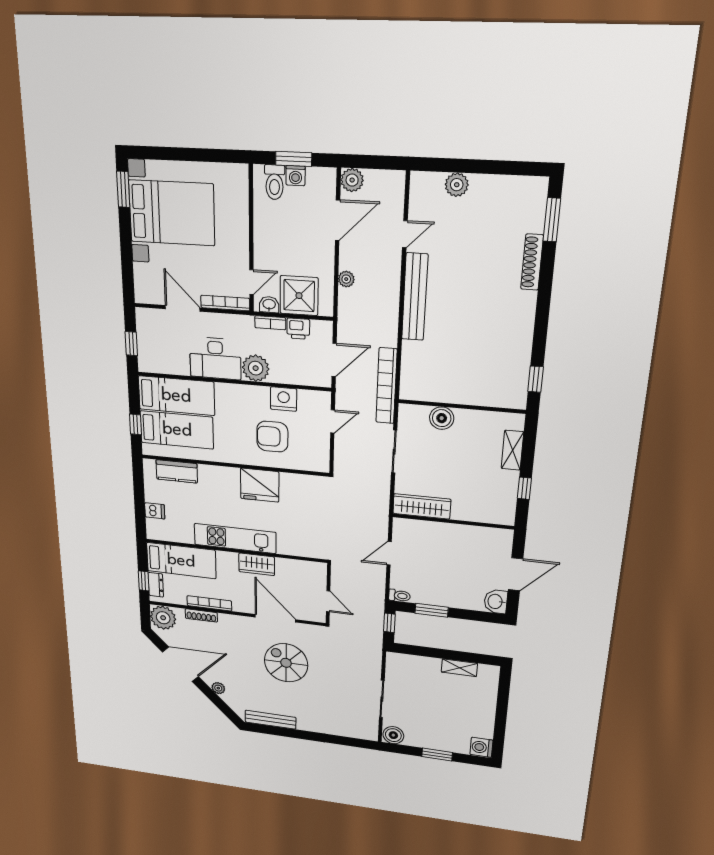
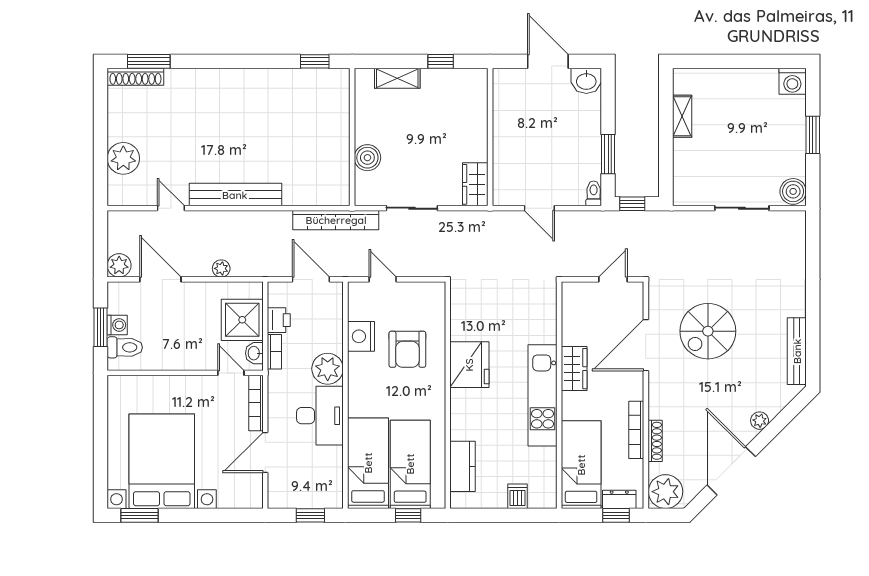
plant: (457, 185) -> (123, 158), width x1.36, depth x1.36
shoe rack: (532, 262) -> (135, 77), moved
wardrobe: (422, 506) -> (475, 184), width x0.67

